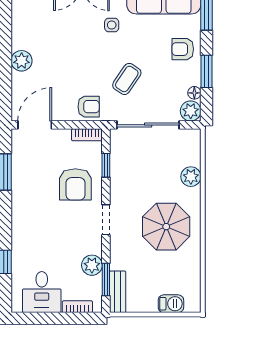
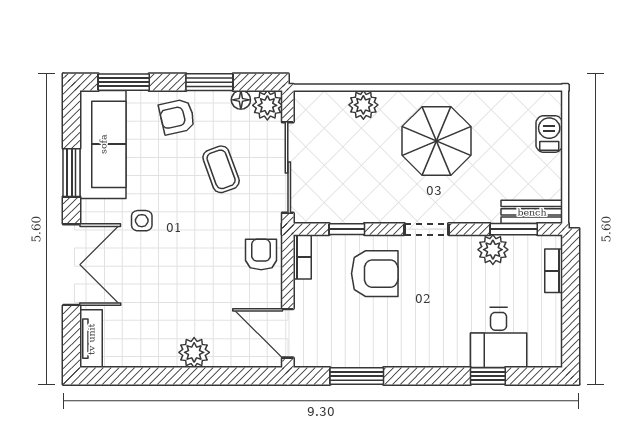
armchair: (183, 49) -> (177, 117), turned 77
coffee table: (127, 79) -> (221, 169), moved, turned 36
desk: (42, 292) -> (499, 338), moved, turned 90

